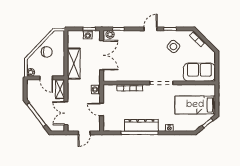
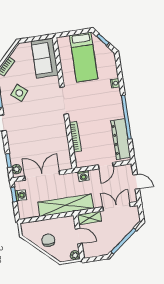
shelving: (74, 64) -> (66, 205), width x1.47
door: (46, 78) -> (79, 236), hinge flipped
double door: (66, 113) -> (116, 207), swing flipped
dresser: (141, 125) -> (121, 139), moved

